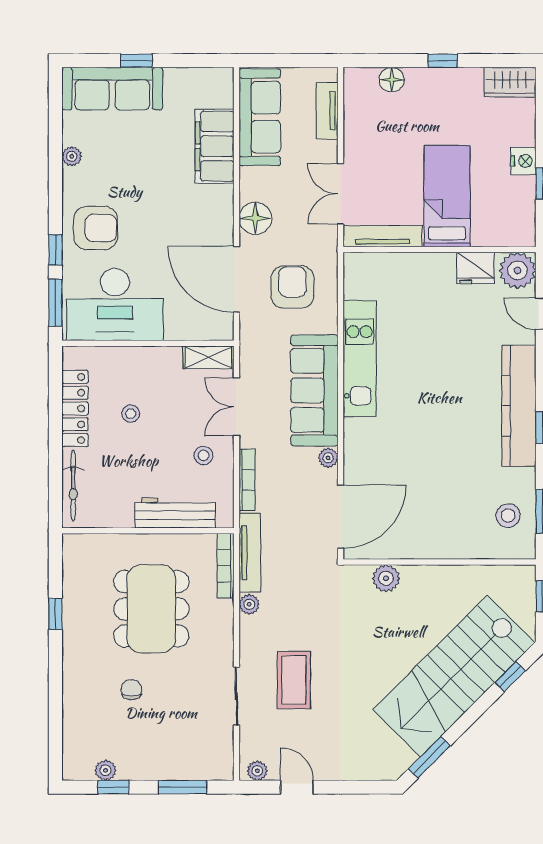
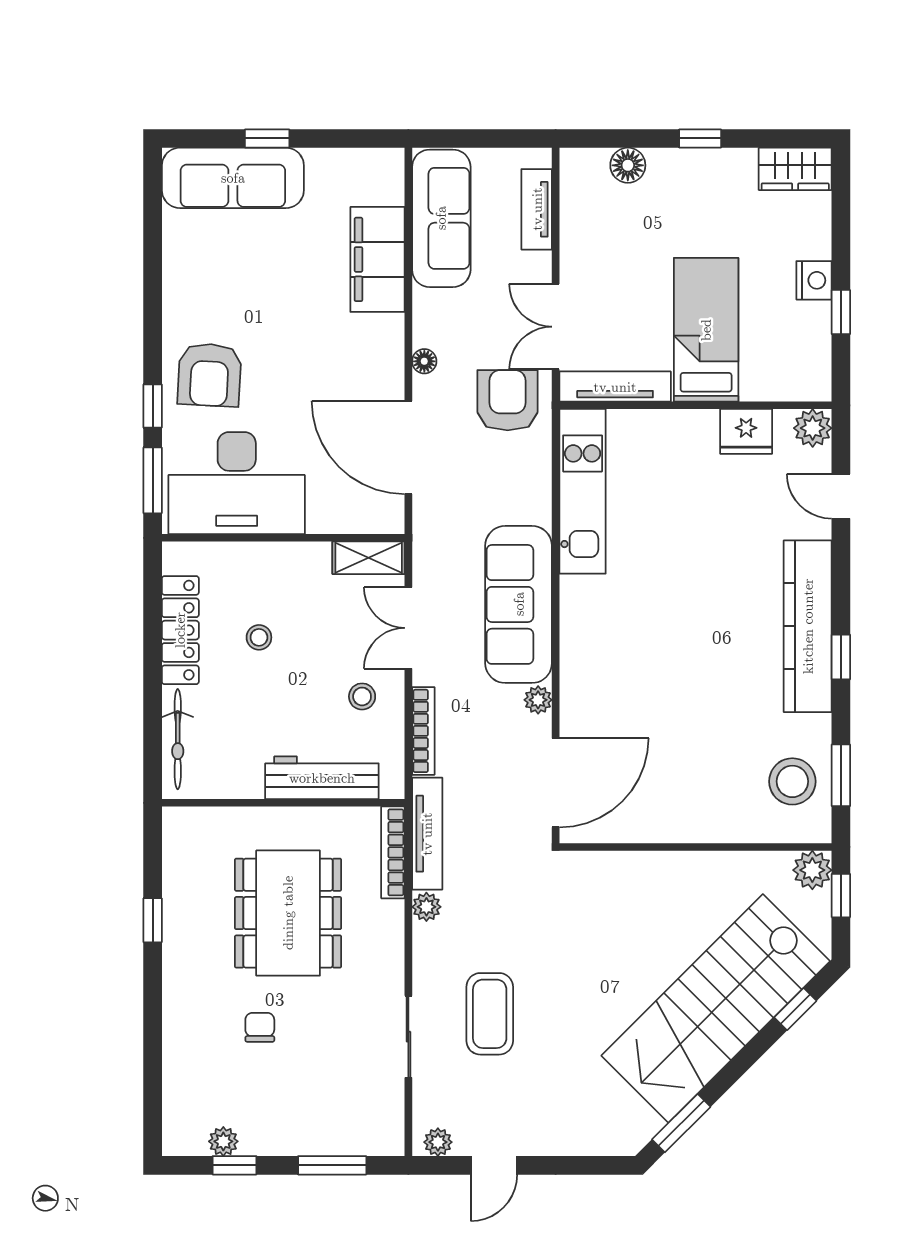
plant: (72, 156) -> (176, 274), removed
floor lamp: (255, 218) -> (424, 361), width x0.53, depth x0.53
armchair: (96, 228) -> (209, 375), turned 93
plant: (518, 270) -> (813, 428), width x0.73, depth x0.73
armchair: (293, 287) -> (508, 400), moved
kitchen unit: (360, 358) -> (583, 491), moved
stool: (508, 516) -> (792, 781), width x1.38, depth x1.38
plant: (386, 578) -> (812, 870), moved
door: (297, 787) -> (494, 1165), swing flipped

